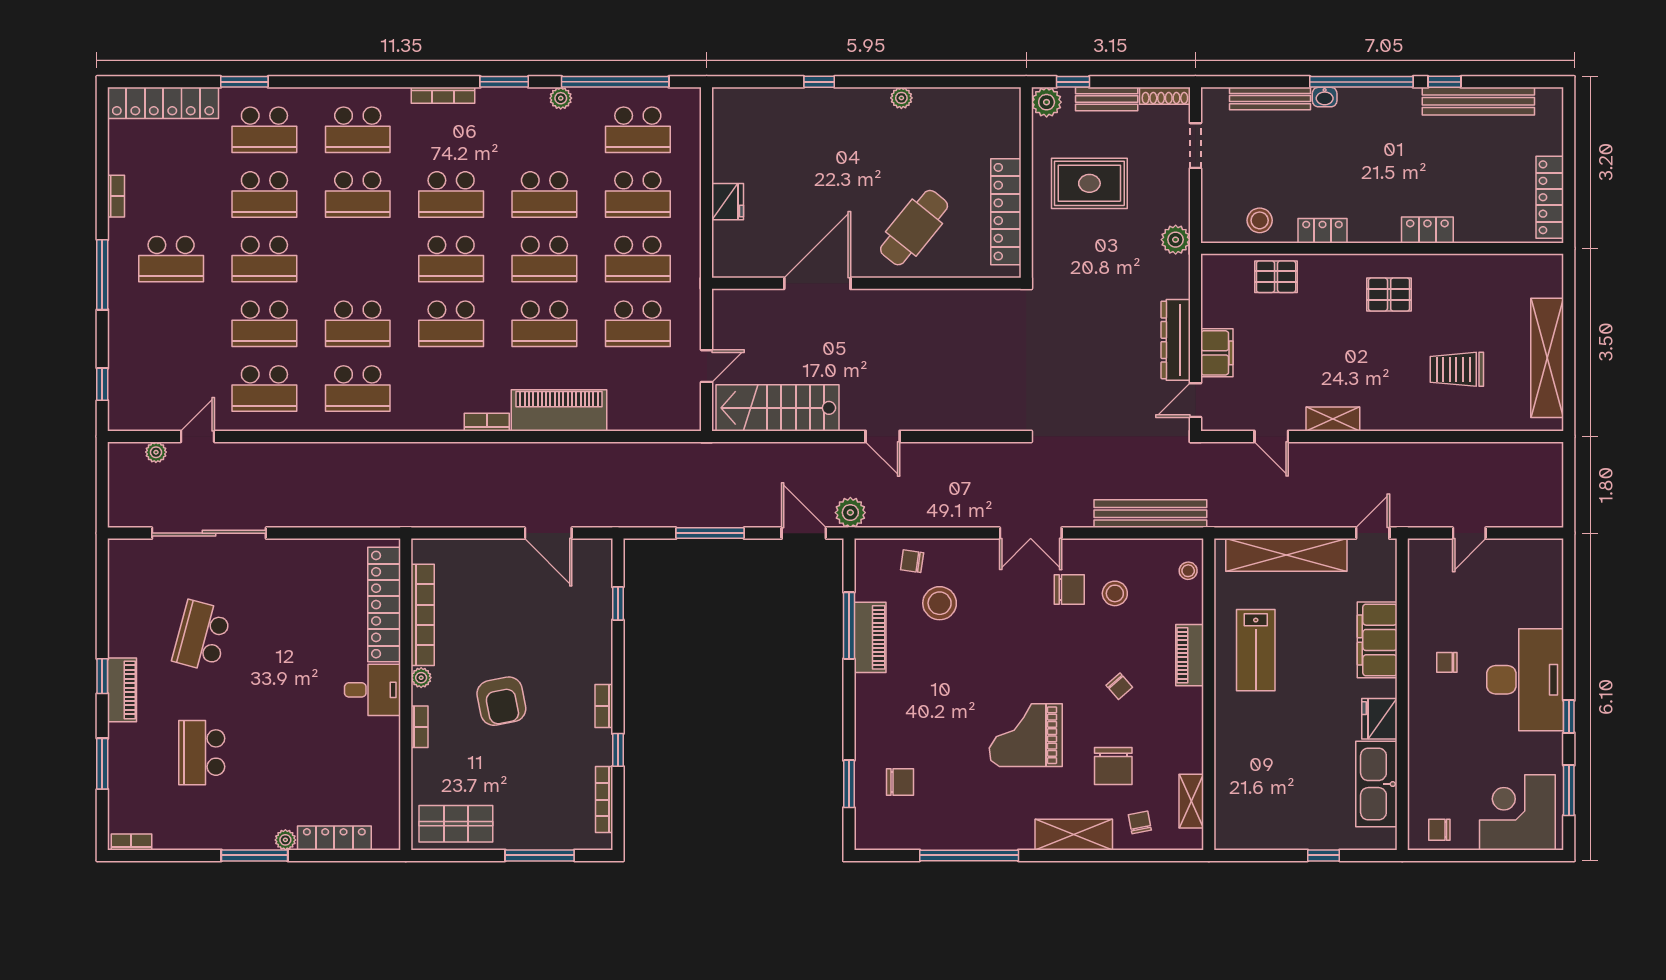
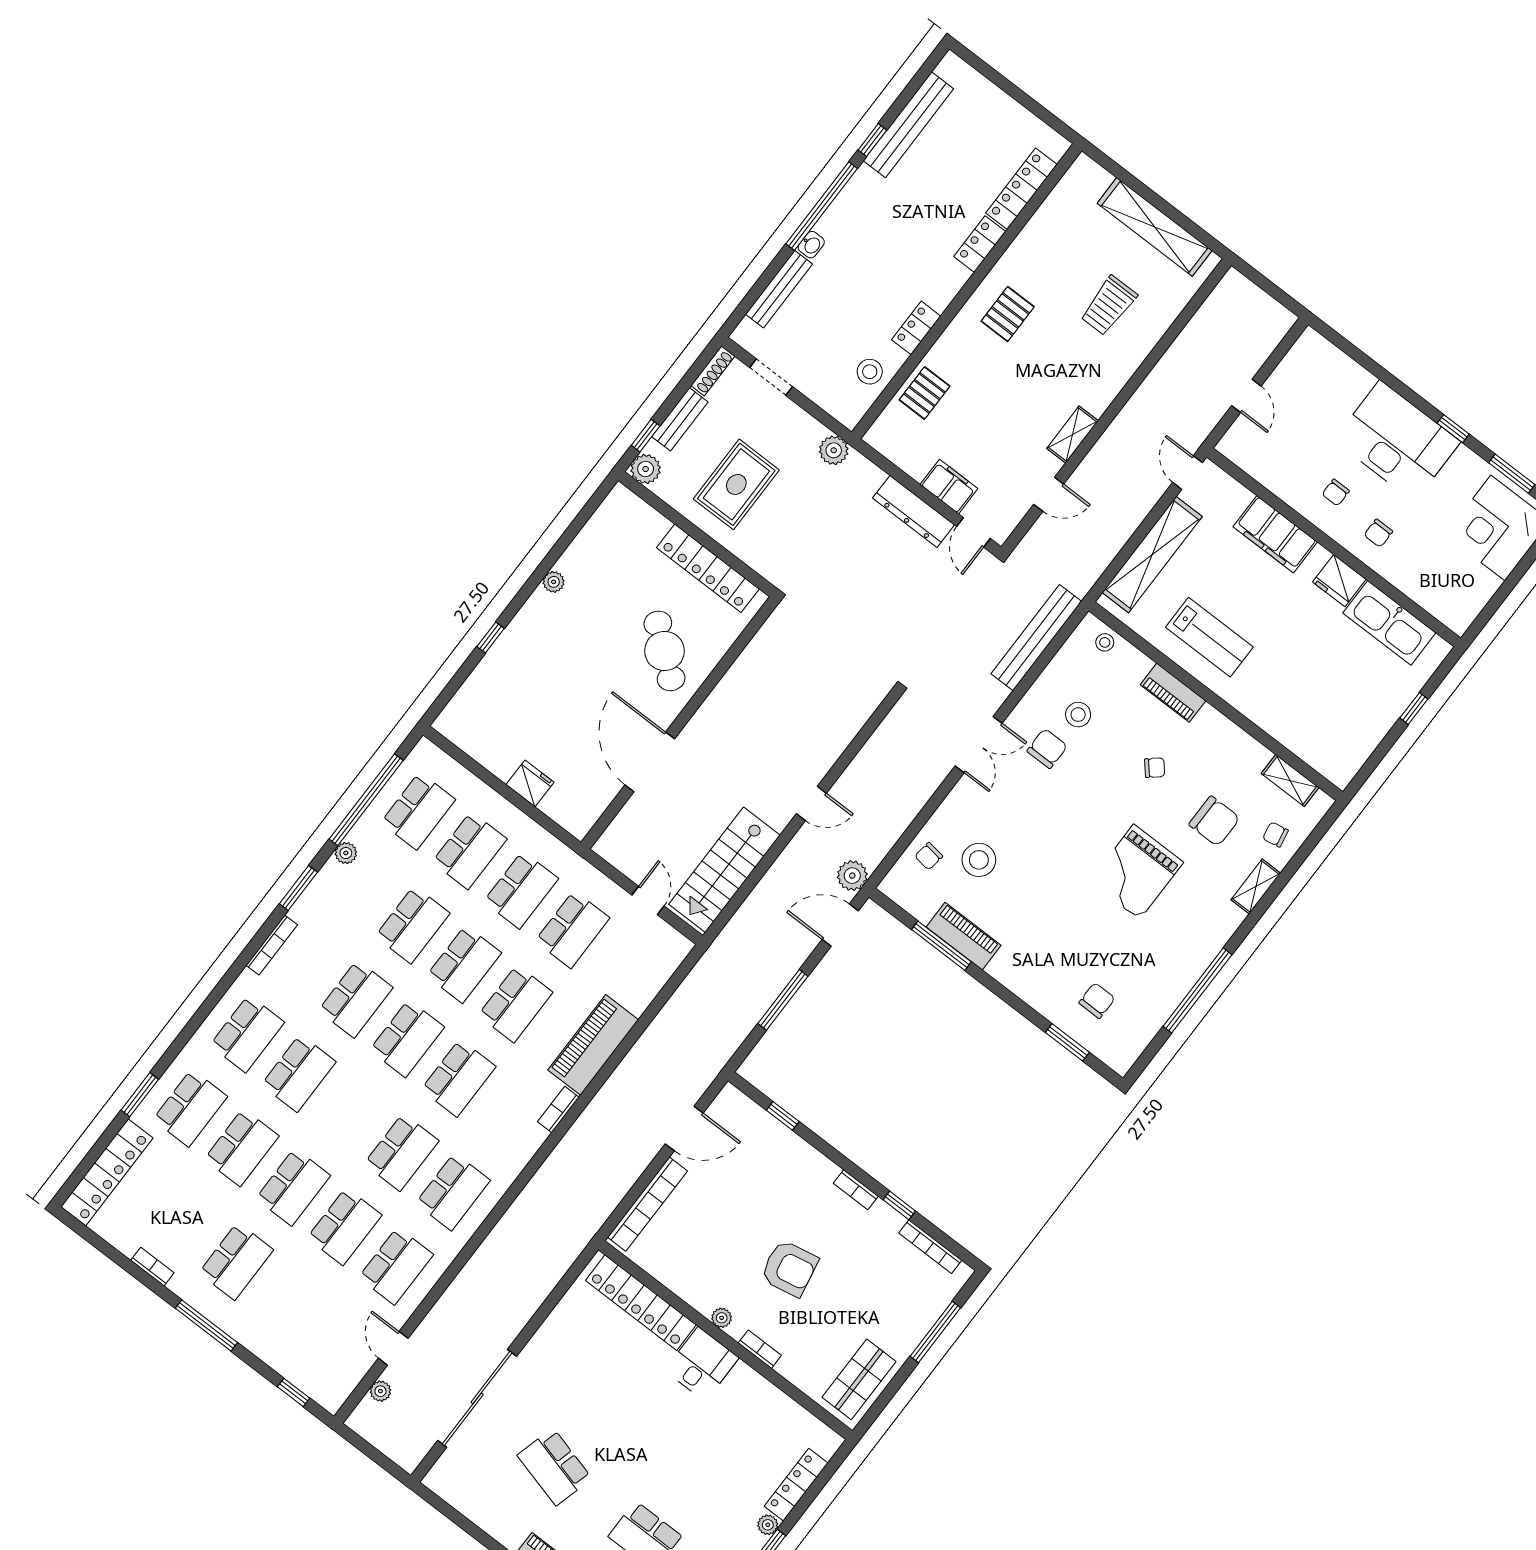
locker: (1550, 197) -> (1021, 189), moved, turned 90
bookcase: (423, 615) -> (647, 1204), moved, turned 90
chair: (1439, 830) -> (1378, 533), moved
shelving: (1074, 835) -> (1256, 886), width x0.67, depth x0.75

